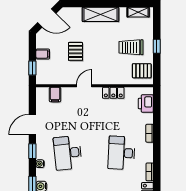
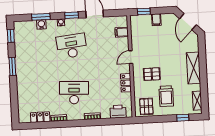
window: (157, 46) -> (183, 118), moved
trolley: (131, 47) -> (166, 96), turned 180
pallet: (75, 51) -> (152, 74), moved
door: (84, 86) -> (131, 57), swing flipped

